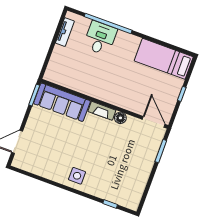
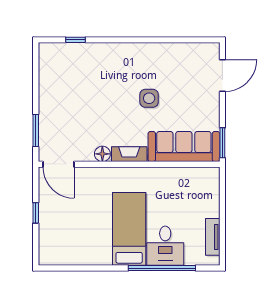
bed: (164, 59) -> (129, 229), moved, turned -90
side table: (77, 176) -> (149, 98), moved

